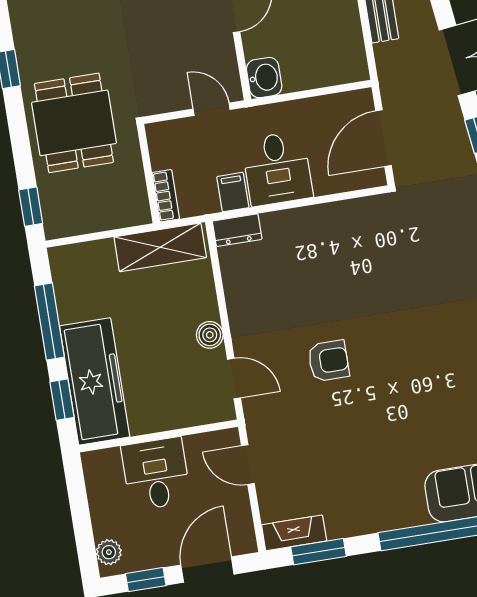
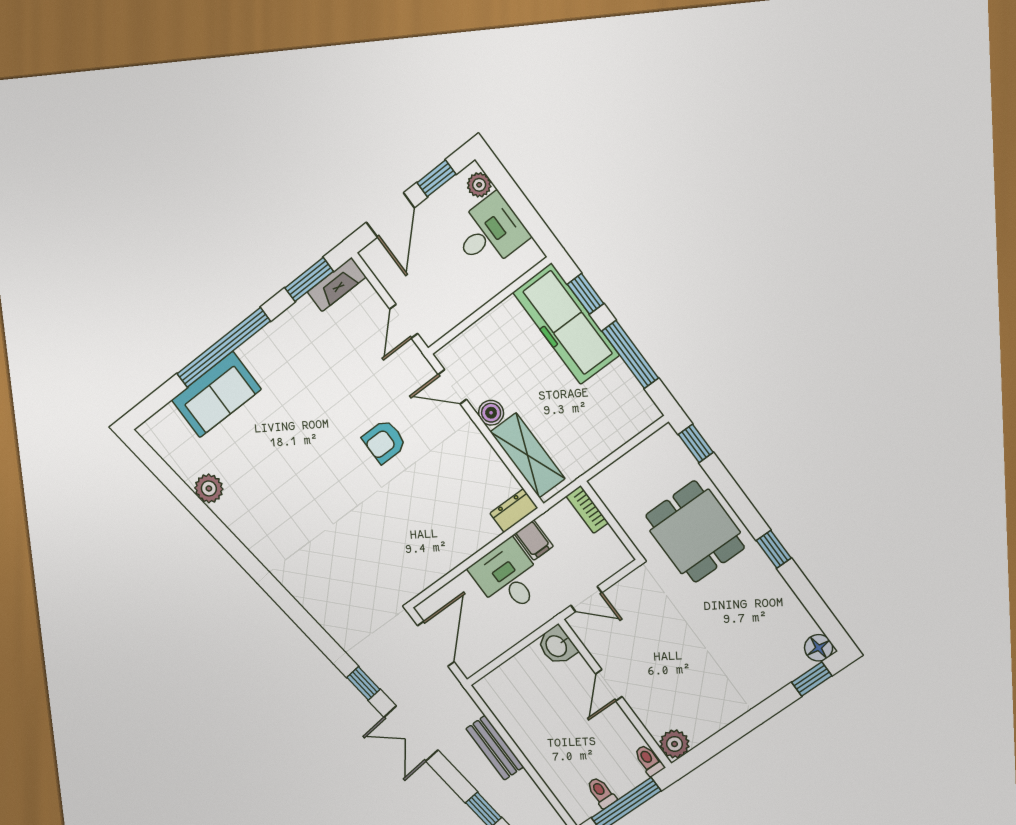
shelving: (160, 247) -> (528, 455), moved, turned 90
door: (248, 465) -> (404, 321), swing flipped
desk: (156, 474) -> (490, 232), moved, turned -90

